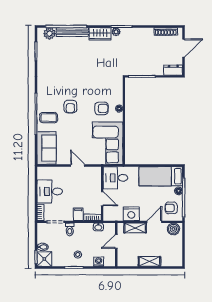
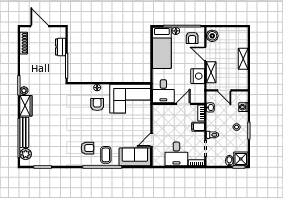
dresser: (173, 70) -> (61, 47), moved
armchair: (70, 107) -> (87, 148), moved
door: (78, 165) -> (152, 140), moved

